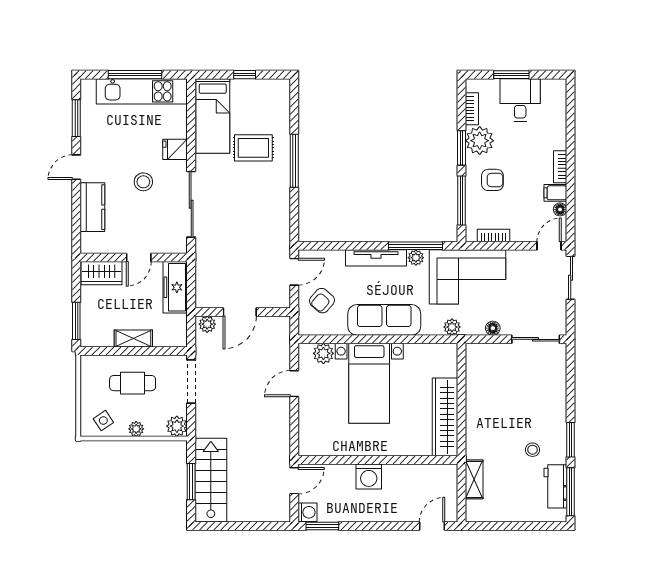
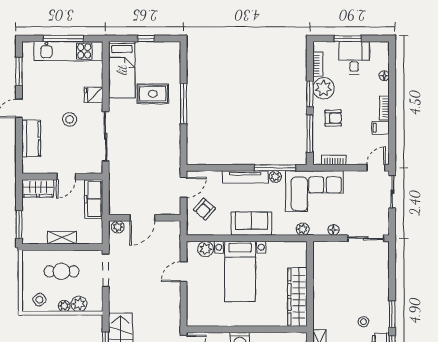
floor lamp: (560, 209) -> (384, 76), moved
sofa: (384, 320) -> (251, 224), width x0.73
plant: (177, 426) -> (79, 304), moved

